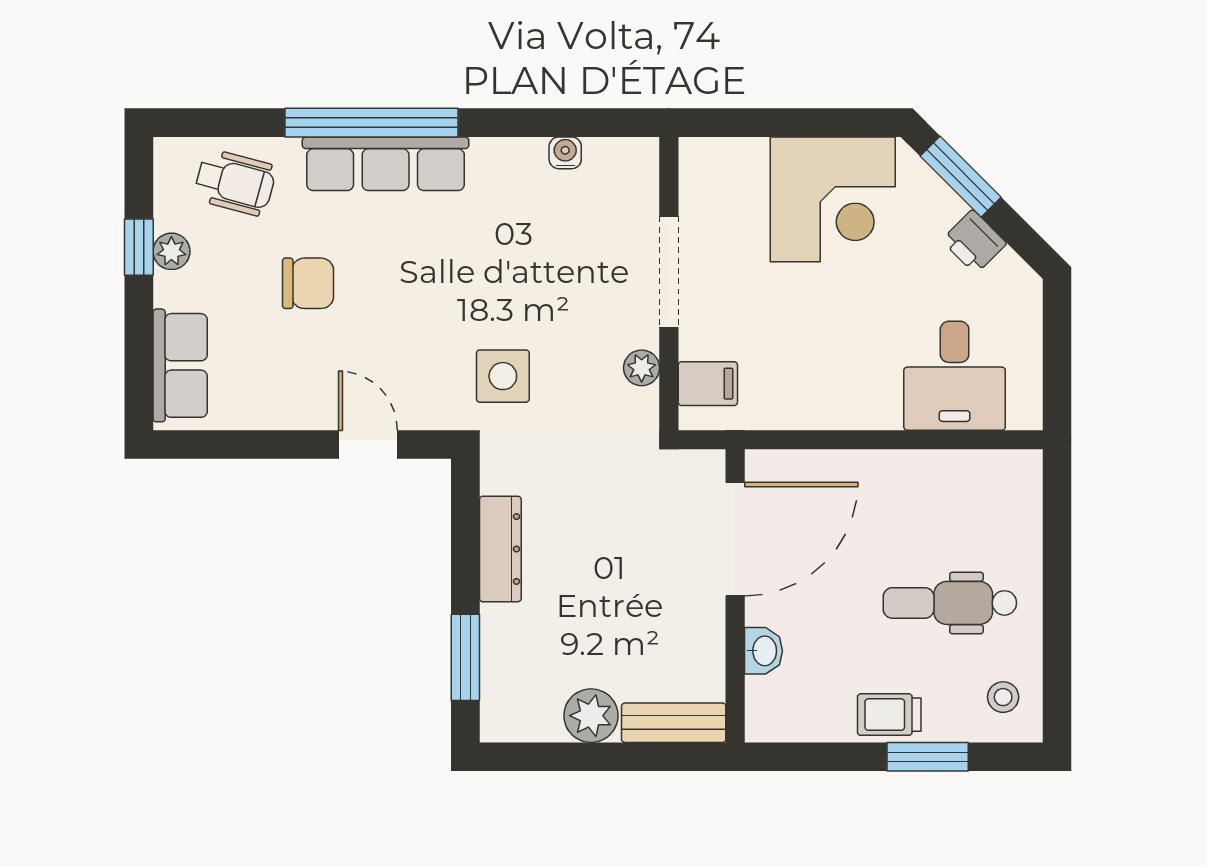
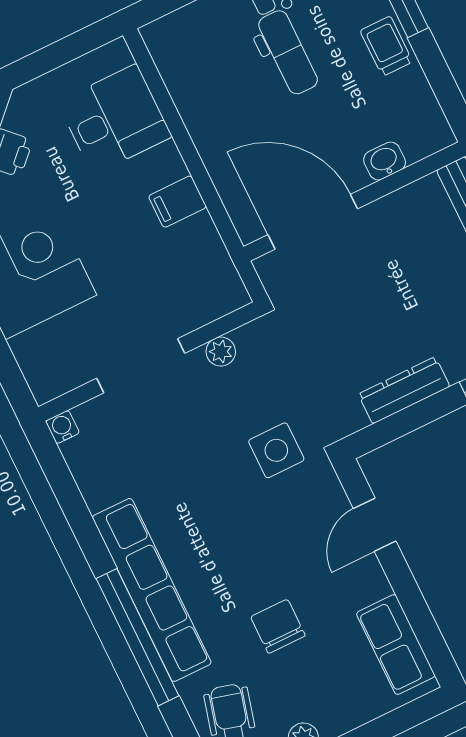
water cooler: (565, 153) -> (62, 427), moved, turned 90
row of seats: (386, 164) -> (152, 590), width x1.36
row of seats: (180, 365) -> (396, 645), moved, turned -90
filing cabinet: (708, 384) -> (177, 202), moved, turned -90
trolley: (889, 715) -> (386, 46), turned 180

